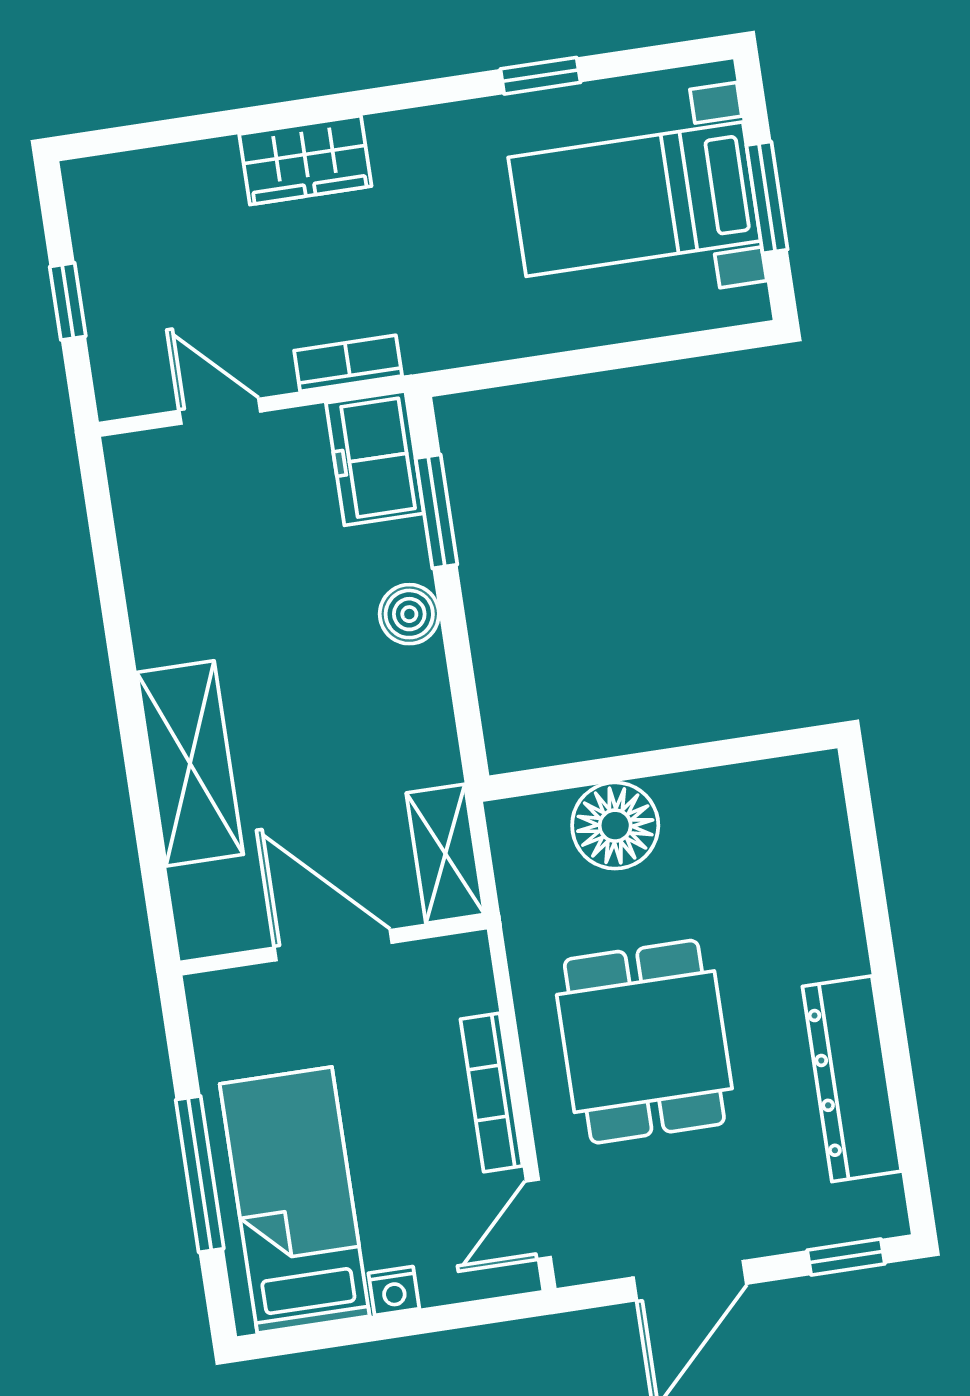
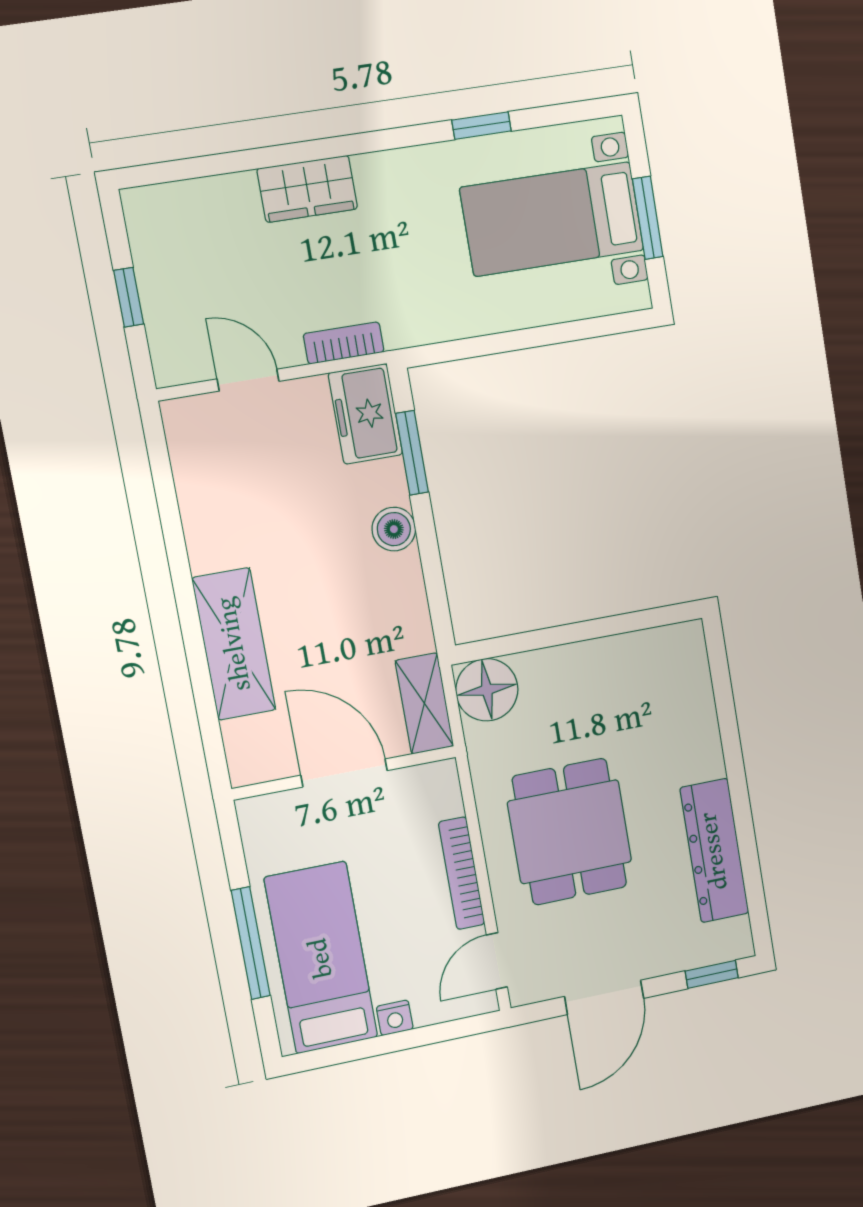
floor lamp: (615, 826) -> (487, 690), moved

